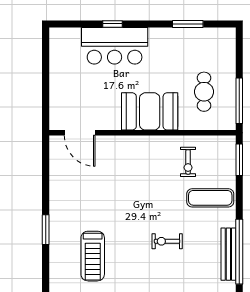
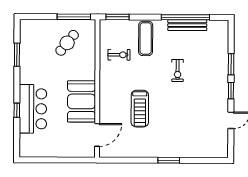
cafe table: (204, 92) -> (67, 43), turned -51
booth: (150, 111) -> (81, 101), moved
treadmill: (93, 256) -> (140, 109), moved, turned 90

